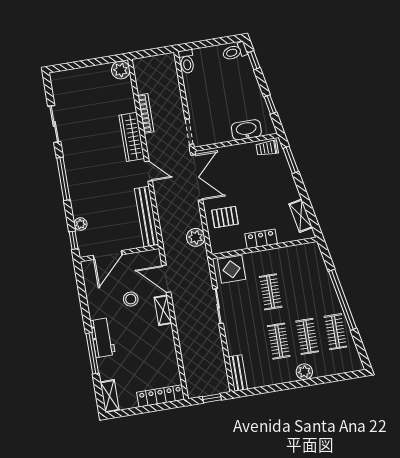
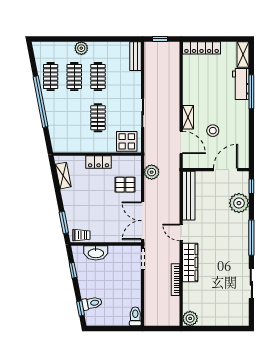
toilet: (235, 52) -> (92, 303), moved
plant: (80, 224) -> (239, 203), width x1.88, depth x1.88
workbench: (103, 338) -> (241, 84), moved

